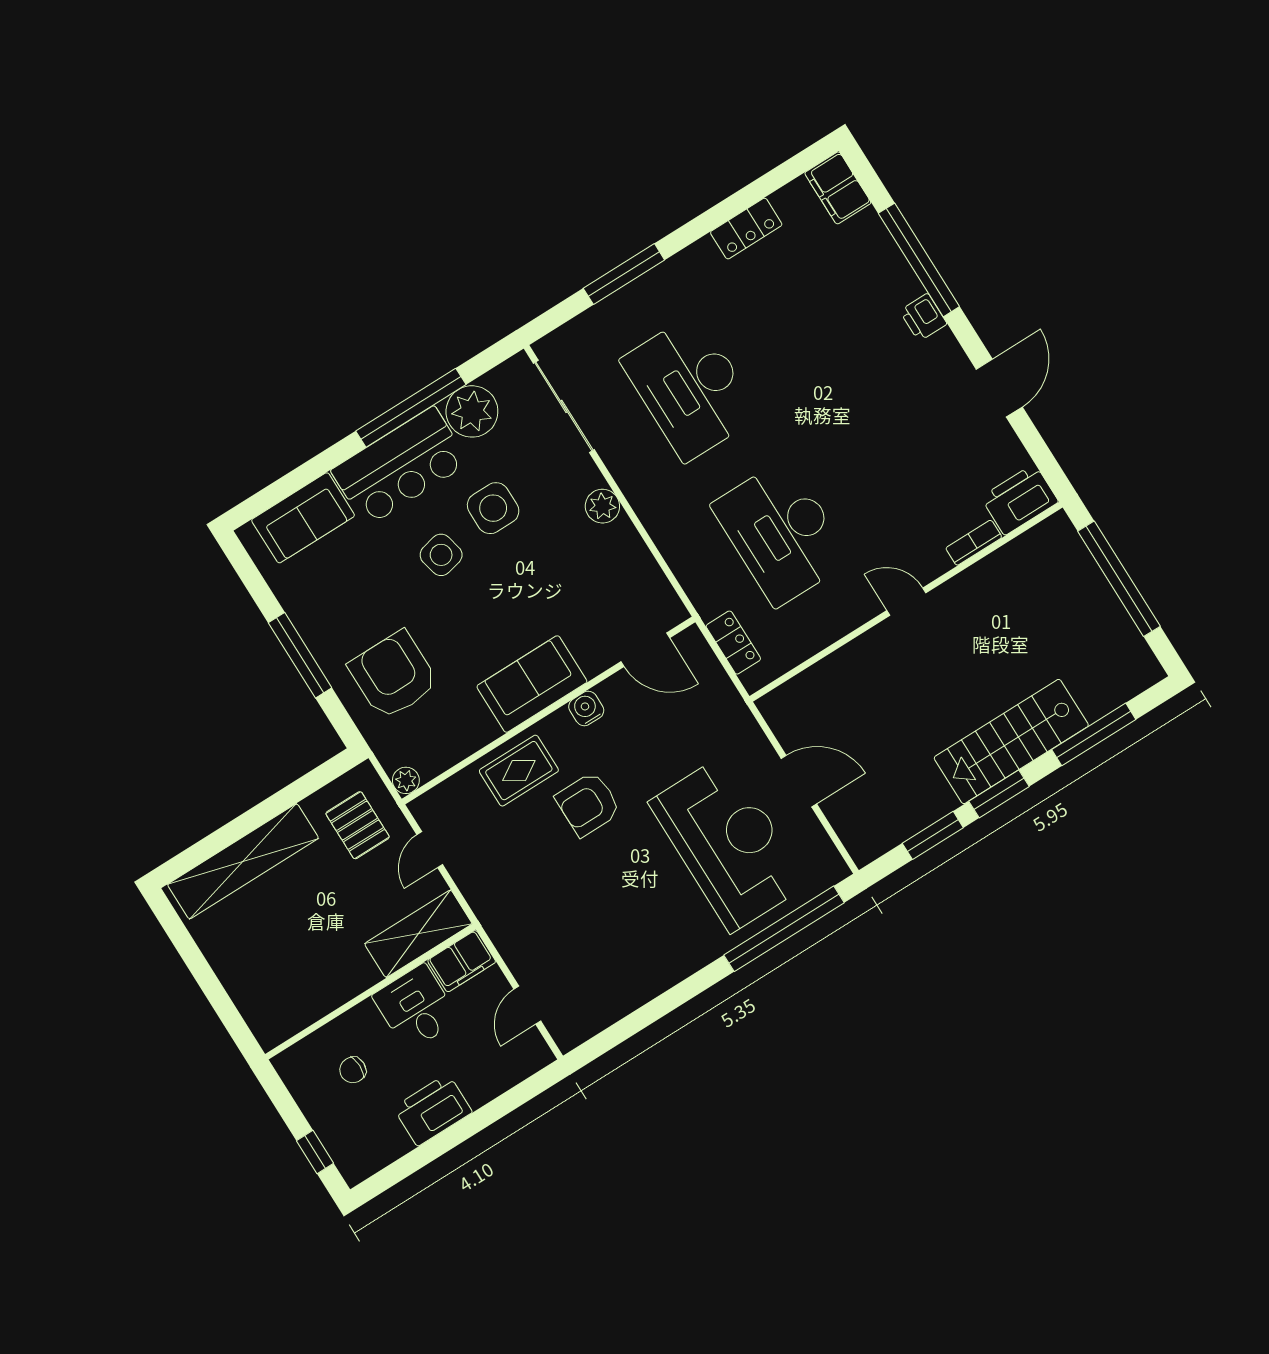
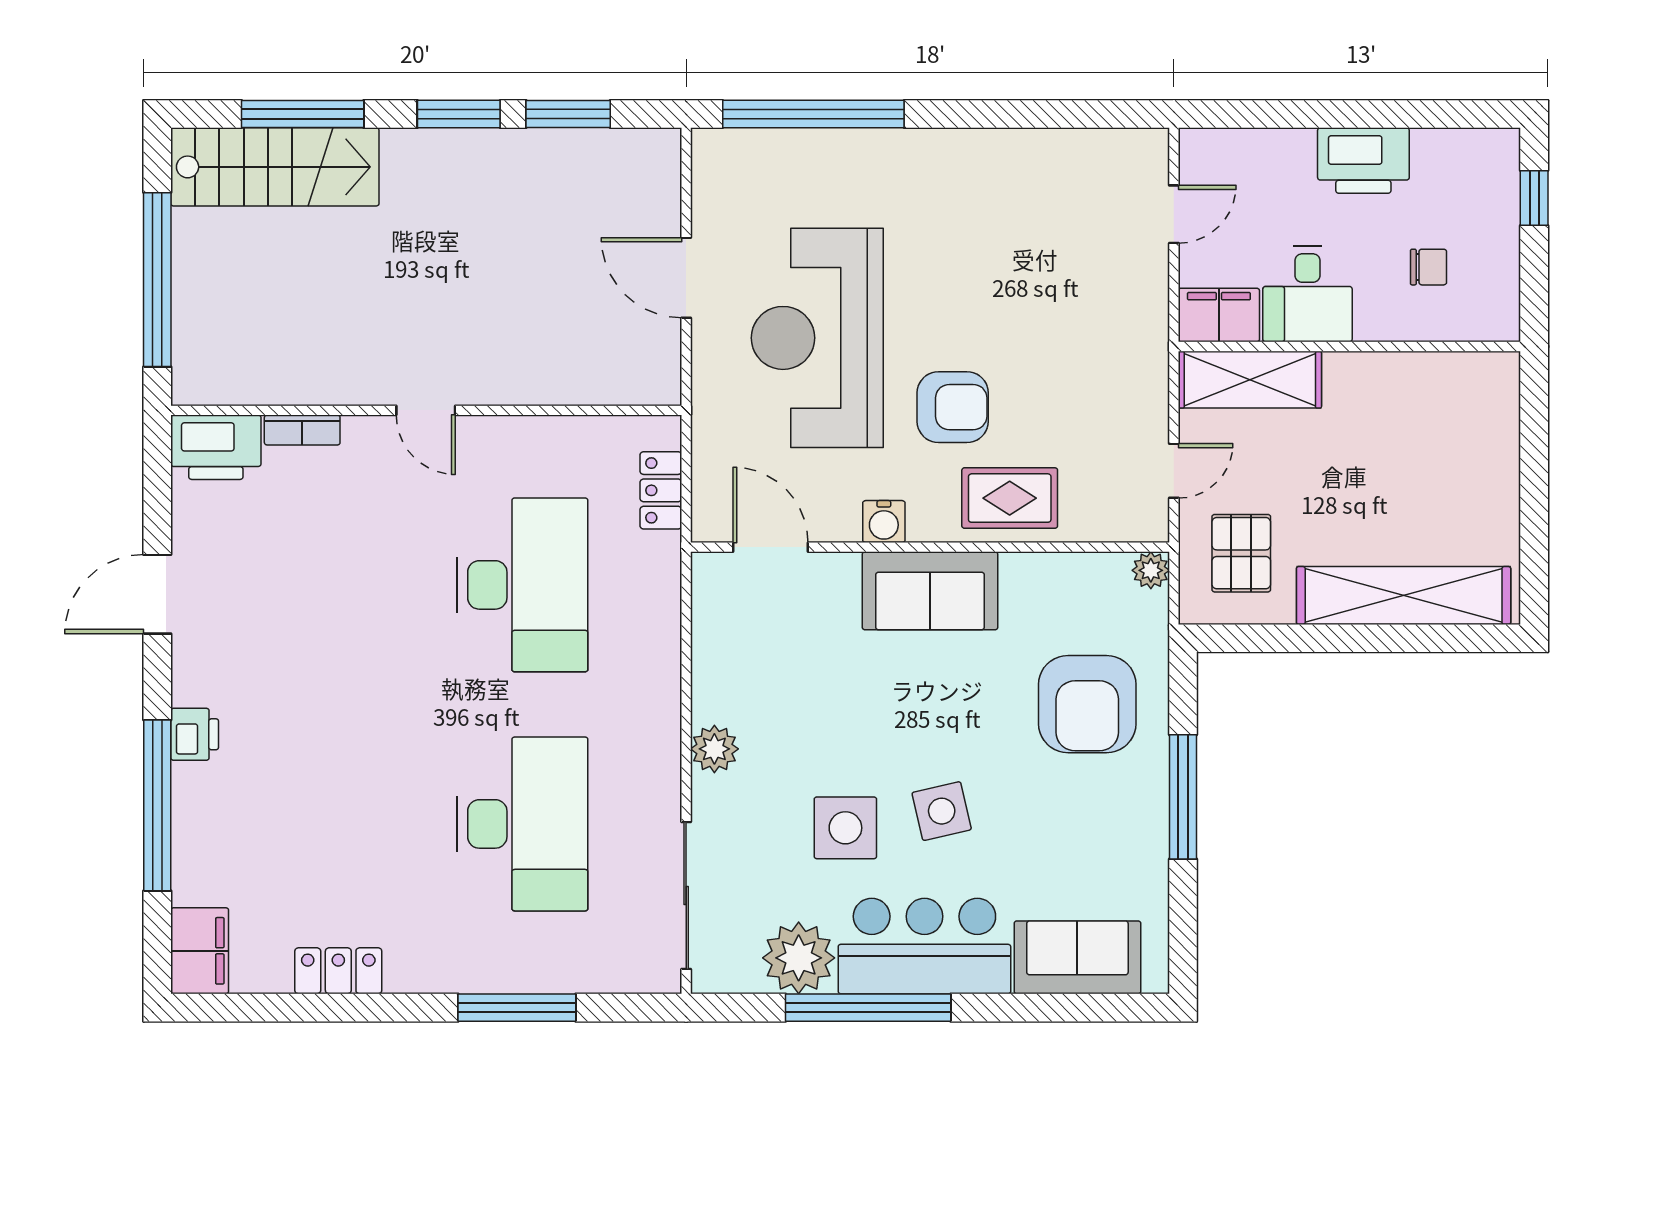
stairs: (1011, 742) -> (275, 167), moved
reception desk: (728, 843) -> (817, 338), moved

